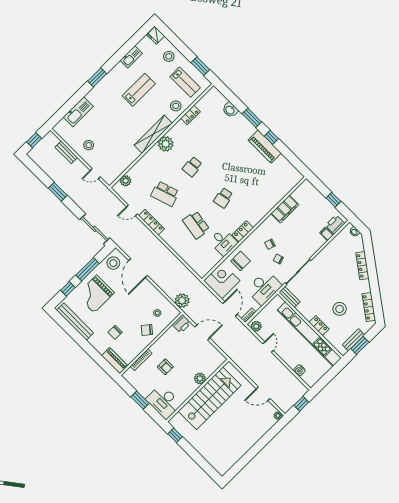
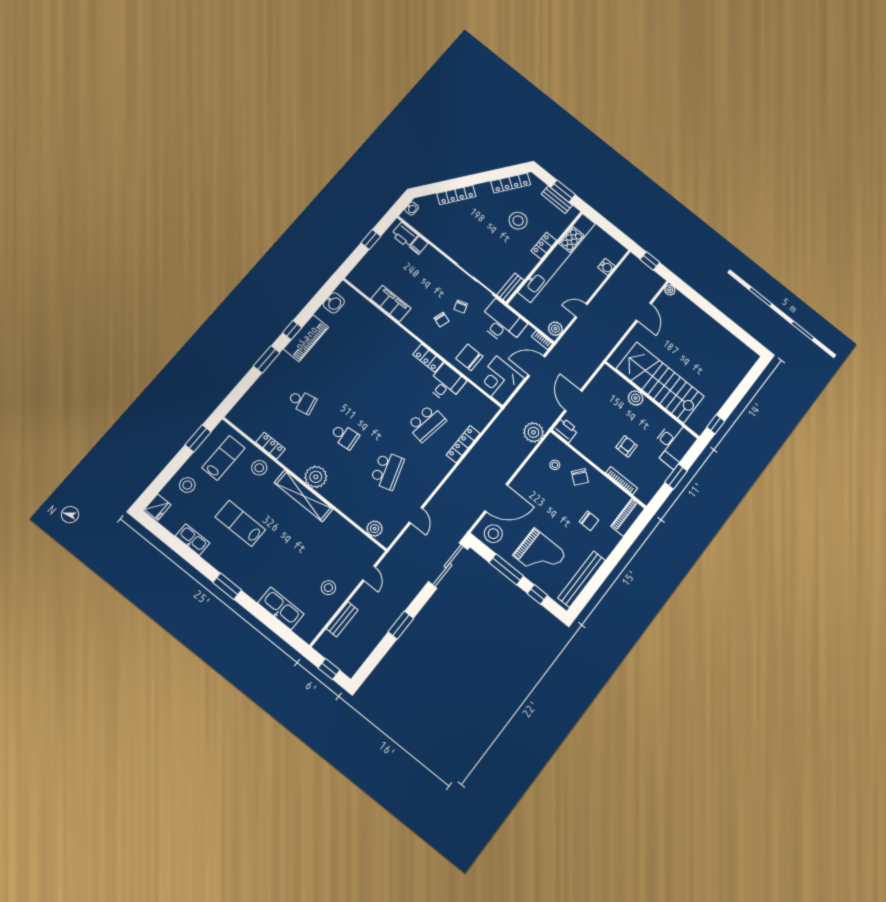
washbasin: (230, 110) -> (334, 303), moved
school desk: (223, 198) -> (302, 402), moved
locker: (152, 222) -> (463, 444), moved

